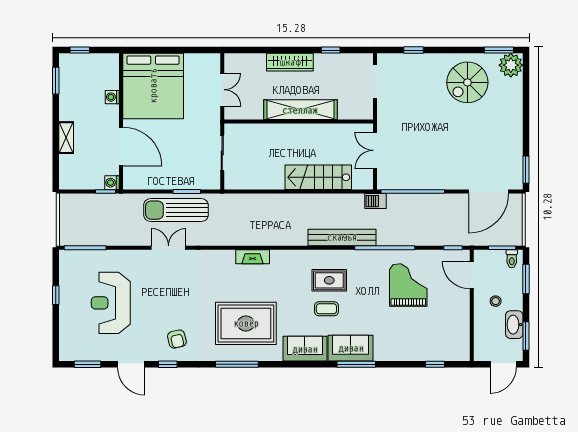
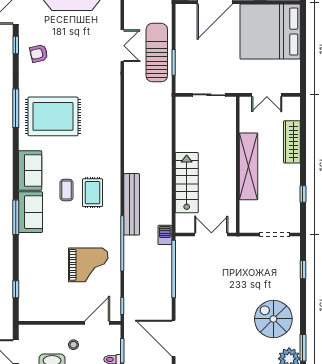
wardrobe: (290, 62) -> (292, 142), moved
fireplace: (253, 257) -> (114, 123), removed
rug: (246, 323) -> (53, 116), turned 90

